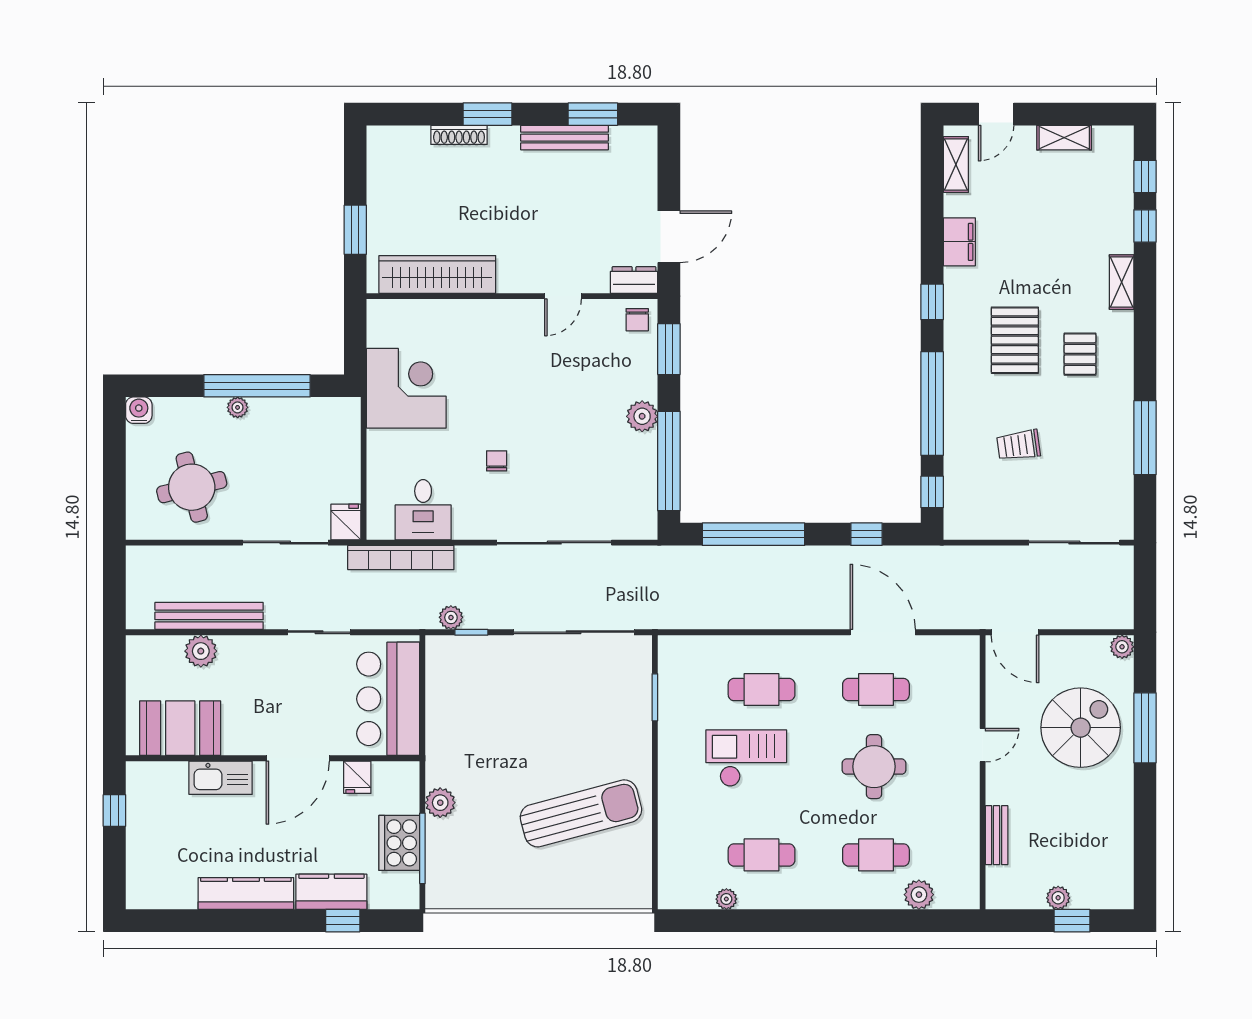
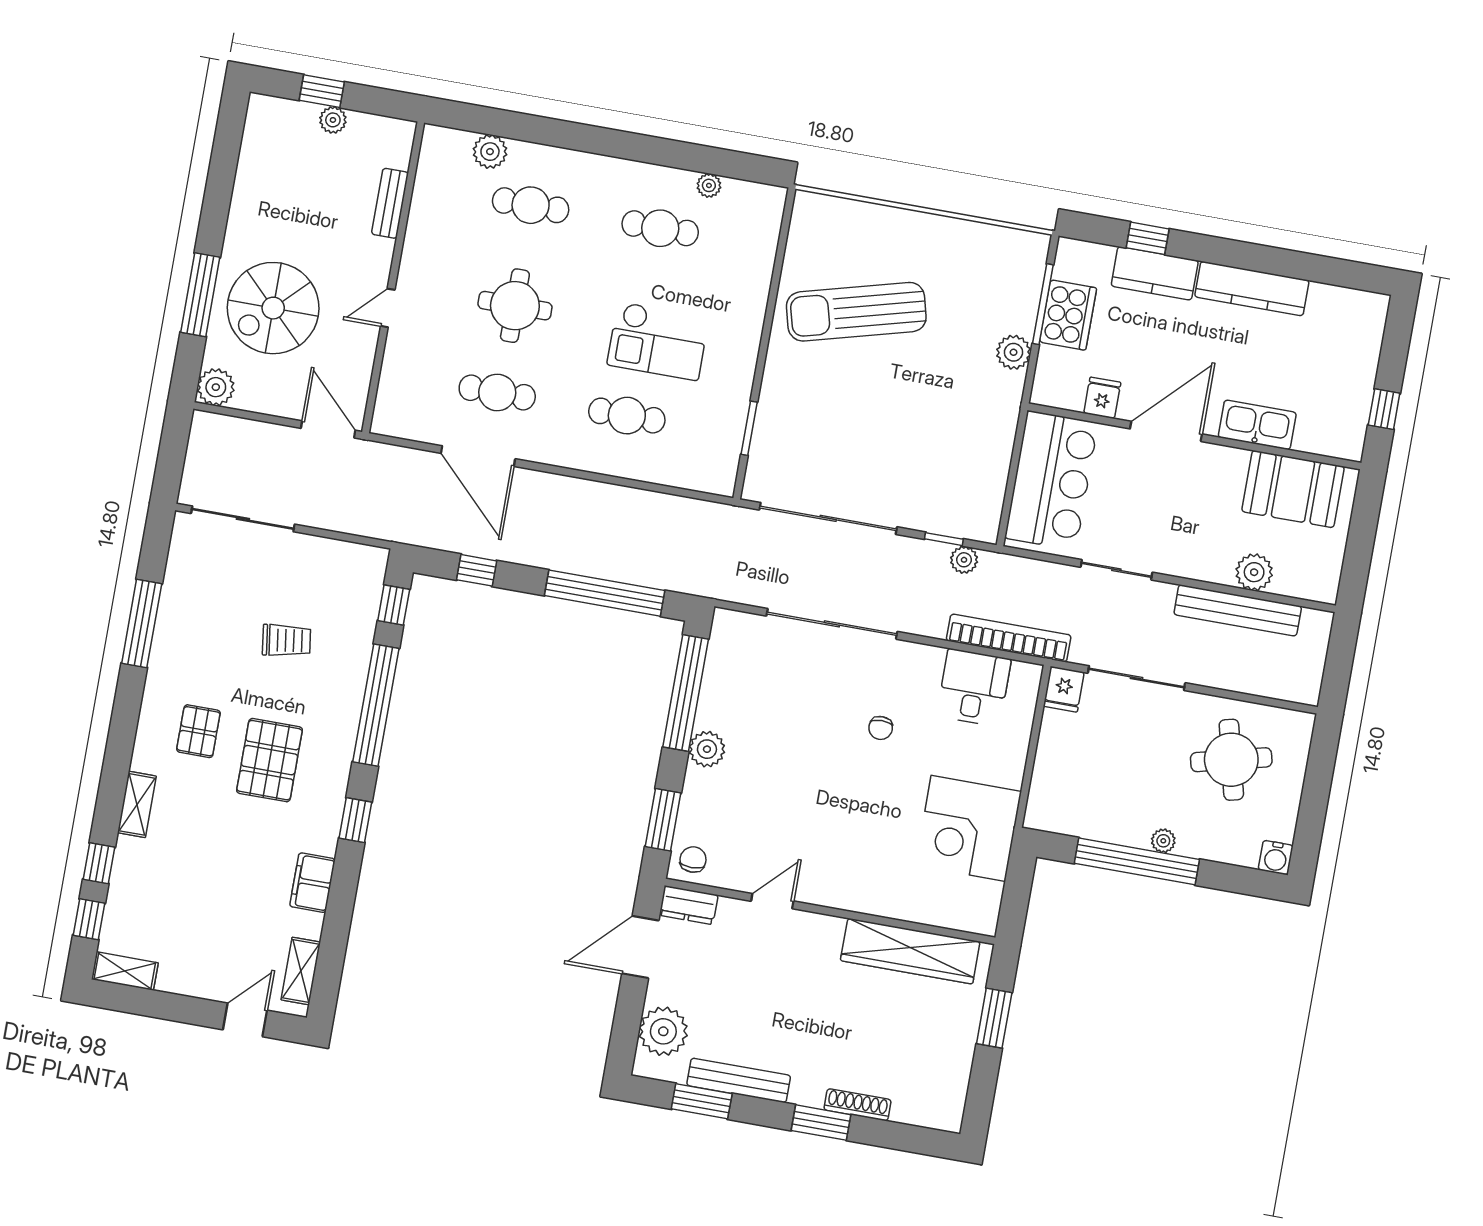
shelving: (1064, 138) -> (125, 971), moved
plant: (636, 168) -> (663, 1031), added
plant: (1122, 647) -> (216, 387), width x1.38, depth x1.38

